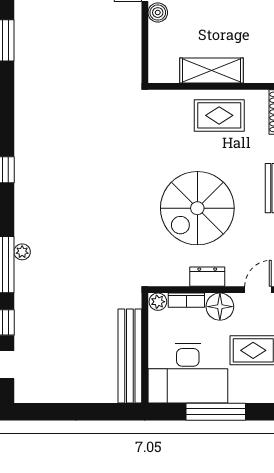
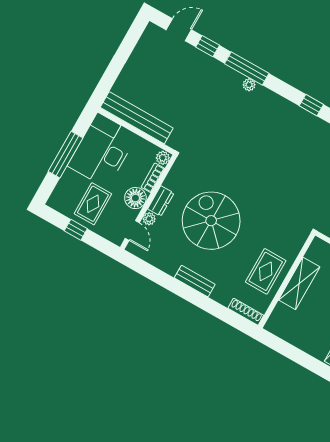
plant: (234, 278) -> (149, 219), added

